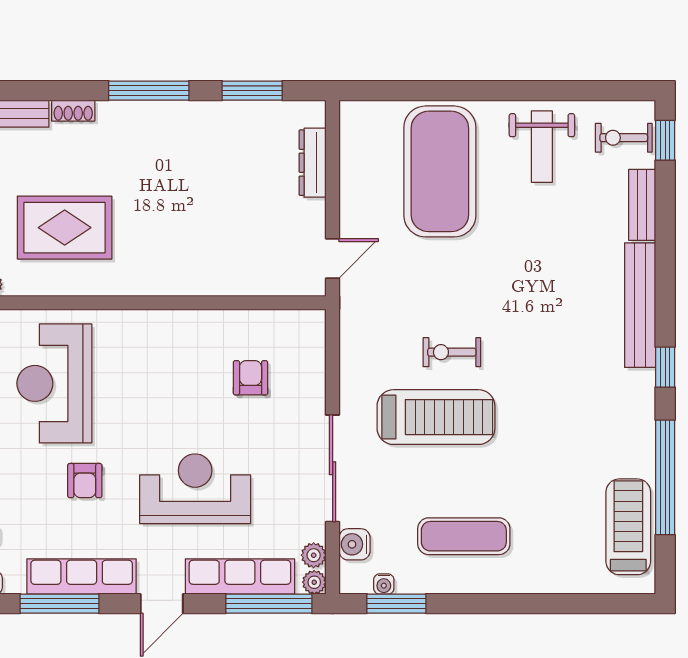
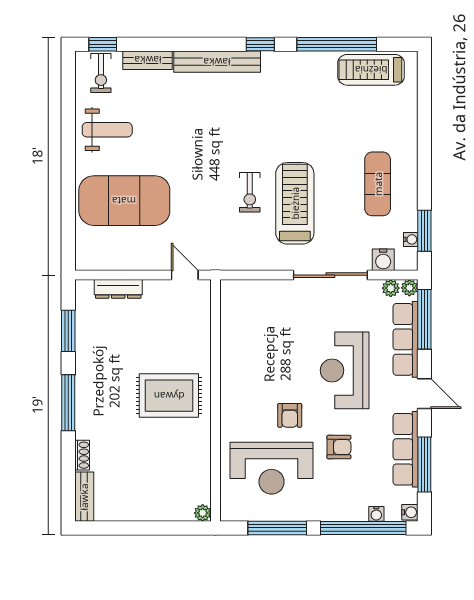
rug: (65, 228) -> (169, 396), moved, turned 90
armchair: (251, 378) -> (290, 415), moved, turned -90

